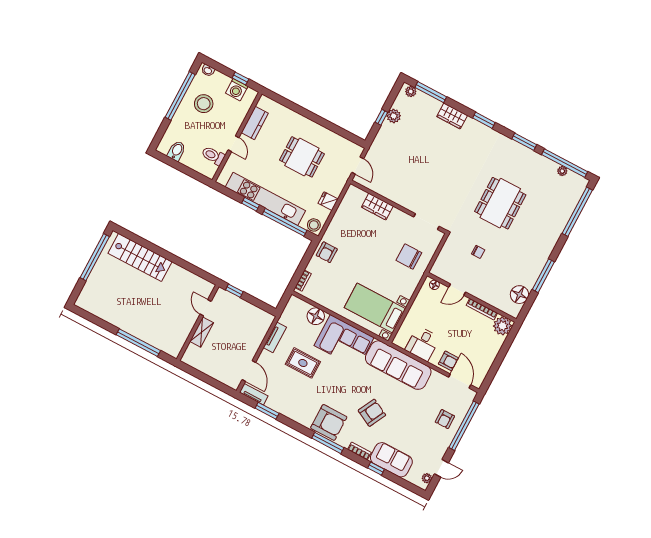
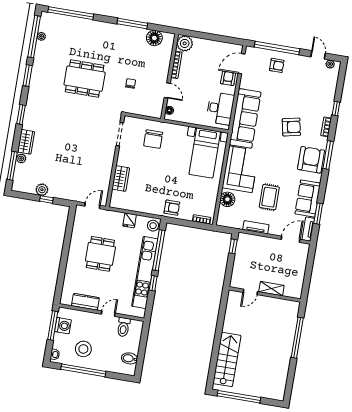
window: (240, 79) -> (53, 326), width x2.17
plant: (411, 91) -> (21, 158), moved
window: (234, 291) -> (233, 246), moved
desk: (422, 344) -> (220, 108), width x1.37
armchair: (372, 413) -> (291, 127), turned 141
sofa: (391, 460) -> (308, 198), moved

